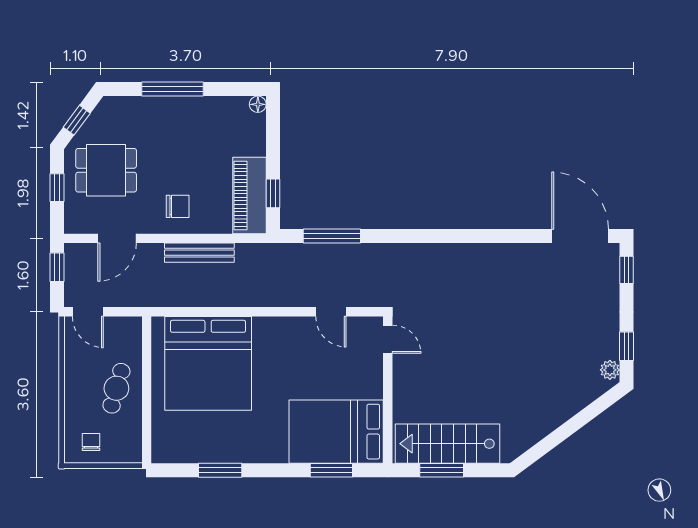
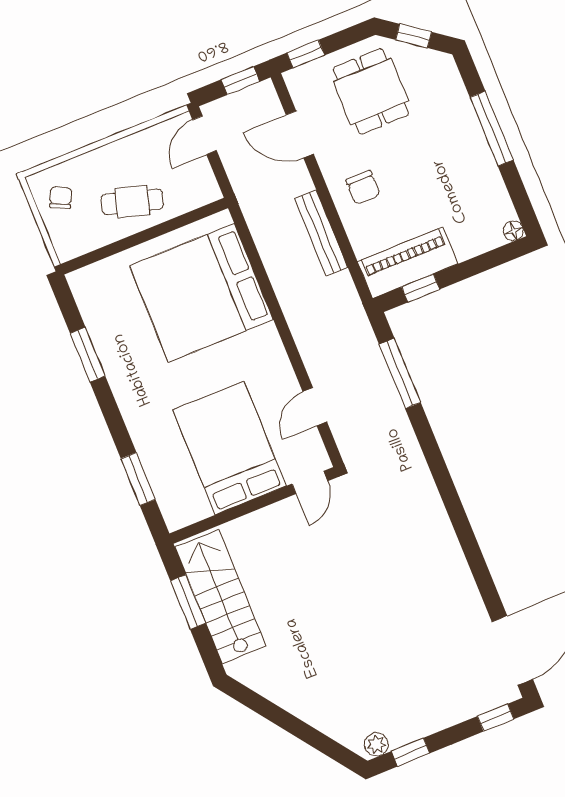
window: (57, 188) -> (306, 54), moved
bed: (336, 432) -> (230, 448), moved
chair: (91, 442) -> (61, 198), turned -65

